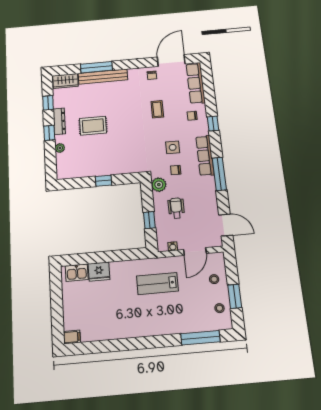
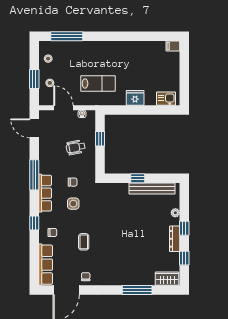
bench: (103, 77) -> (152, 188), moved
rug: (93, 126) -> (144, 231), removed
plant: (159, 185) -> (89, 170), removed
wheelchair: (176, 208) -> (76, 147), turned 79
door: (195, 251) -> (63, 108), hinge flipped
fridge: (99, 272) -> (135, 98), moved
window: (235, 296) -> (34, 79), moved

